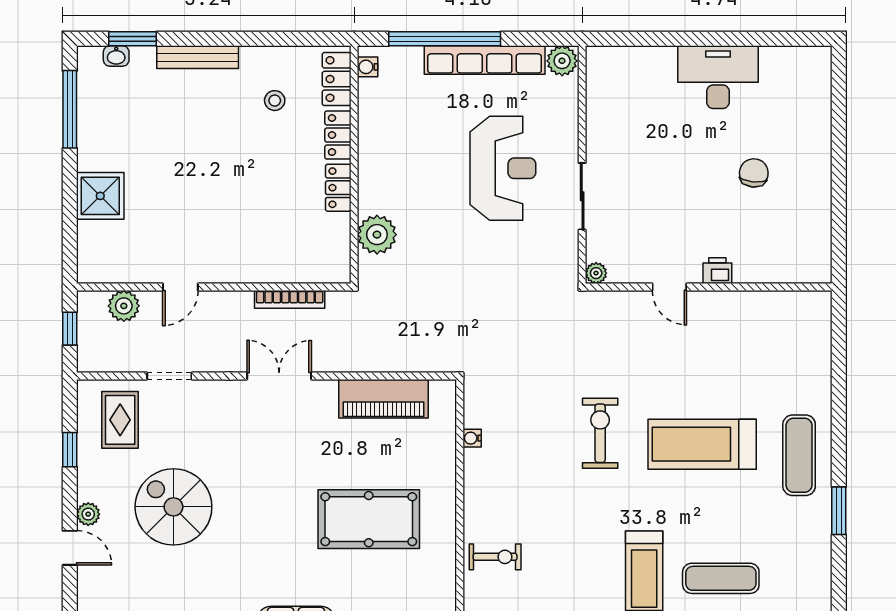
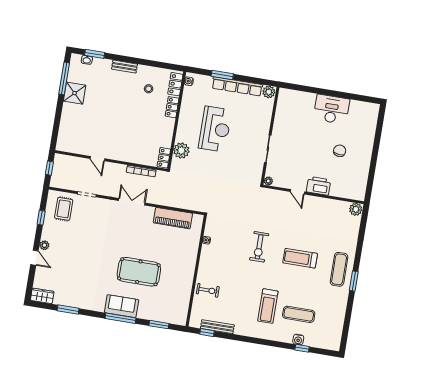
window: (445, 39) -> (222, 75), width x0.47
bench: (198, 57) -> (124, 67), width x0.73
reception desk: (503, 168) -> (215, 129), moved
locker: (338, 188) -> (164, 158), moved
shower: (100, 196) -> (75, 93), moved
printer: (717, 271) -> (319, 186), width x1.87, depth x1.48
door: (180, 287) -> (97, 159), hinge flipped
plant: (124, 306) -> (356, 209), moved
exercise bike: (600, 433) -> (259, 247), turned 180
treadmill: (702, 444) -> (300, 258), width x0.73, depth x0.73
spiral stairs: (173, 507) -> (80, 248), removed
window: (839, 511) -> (354, 281), moved
pool table: (369, 519) -> (139, 272), moved

